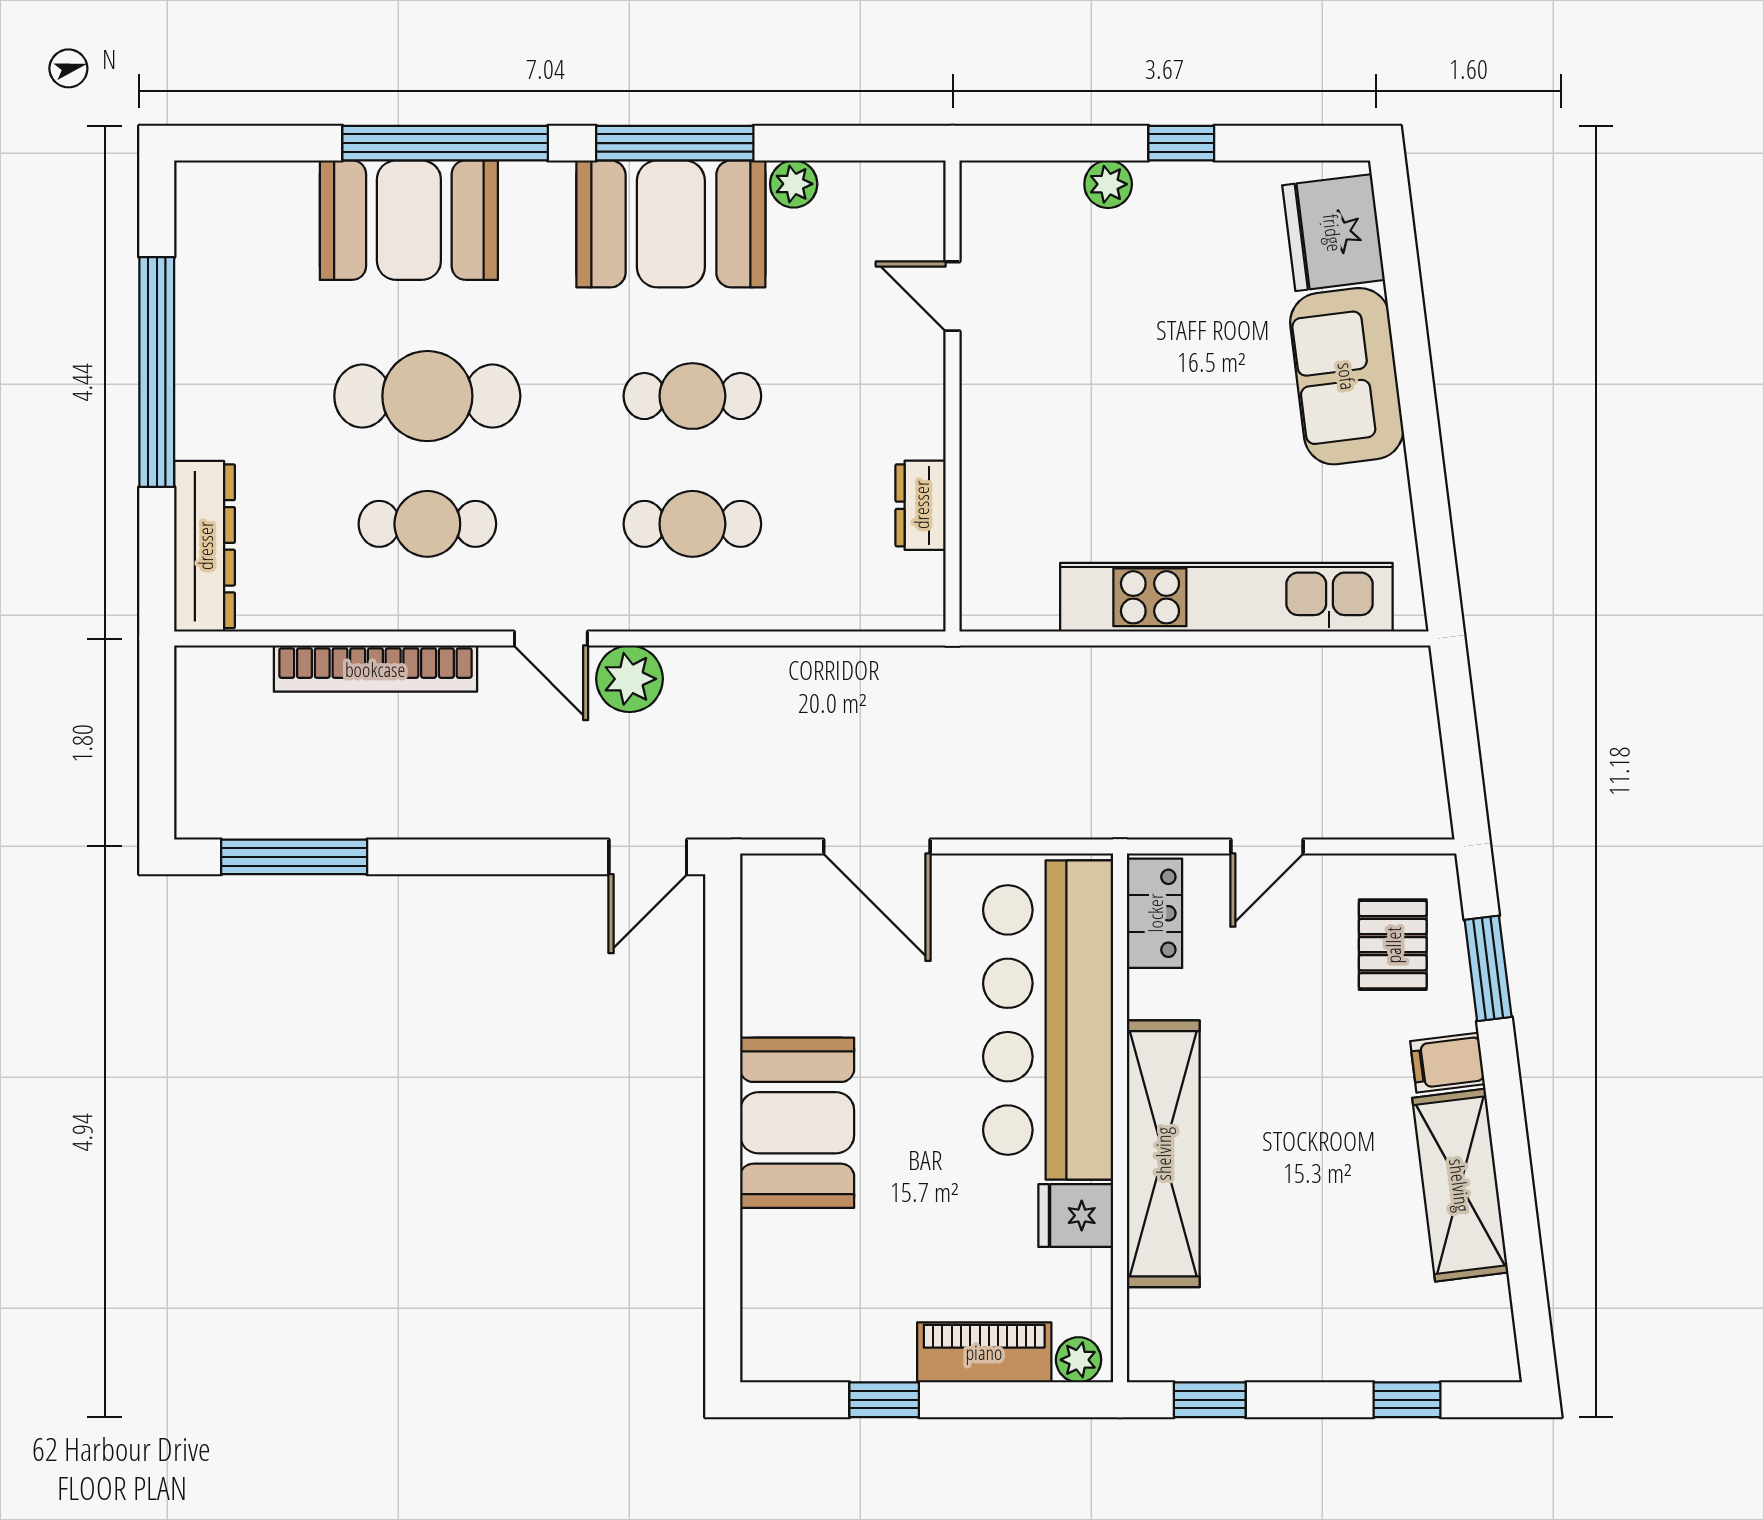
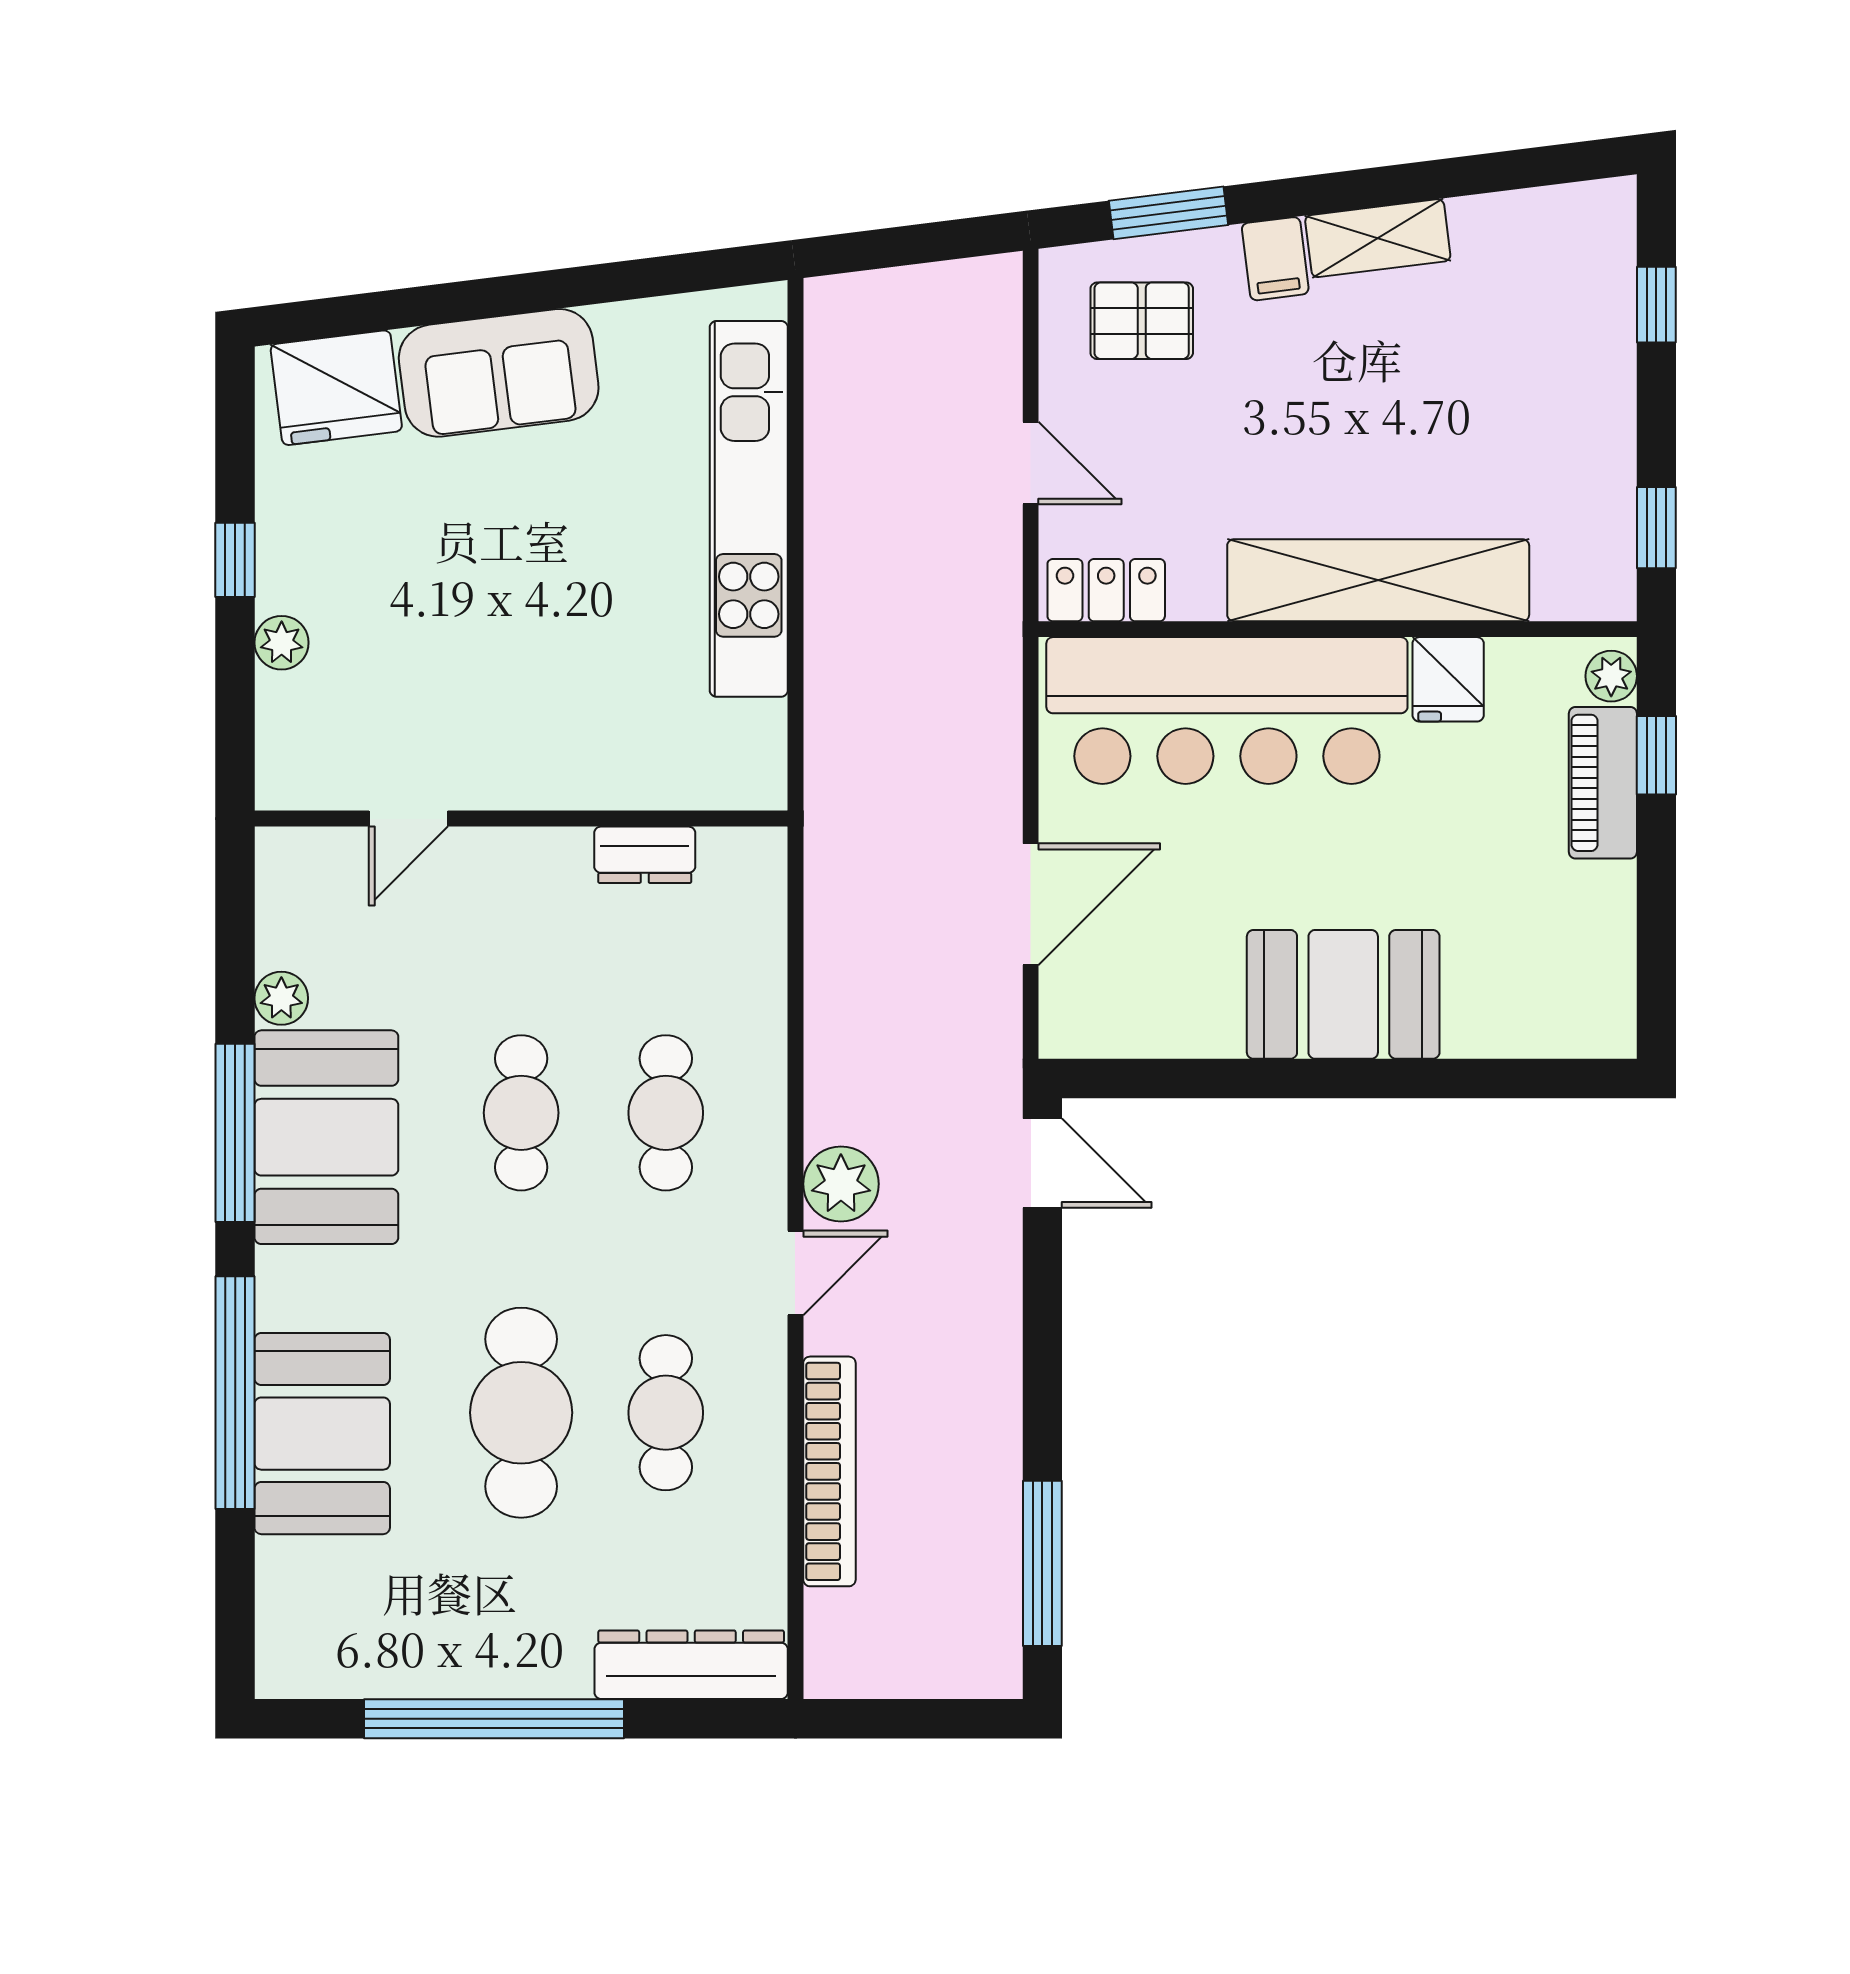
shelving: (1460, 1185) -> (1378, 238), width x0.67, depth x0.75
window: (884, 1400) -> (1656, 755), moved

